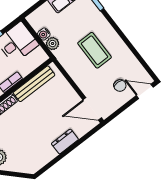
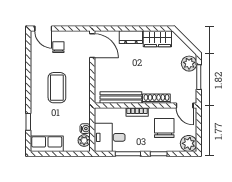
plant: (53, 44) -> (84, 141), moved
wardrobe: (41, 157) -> (157, 39), added

